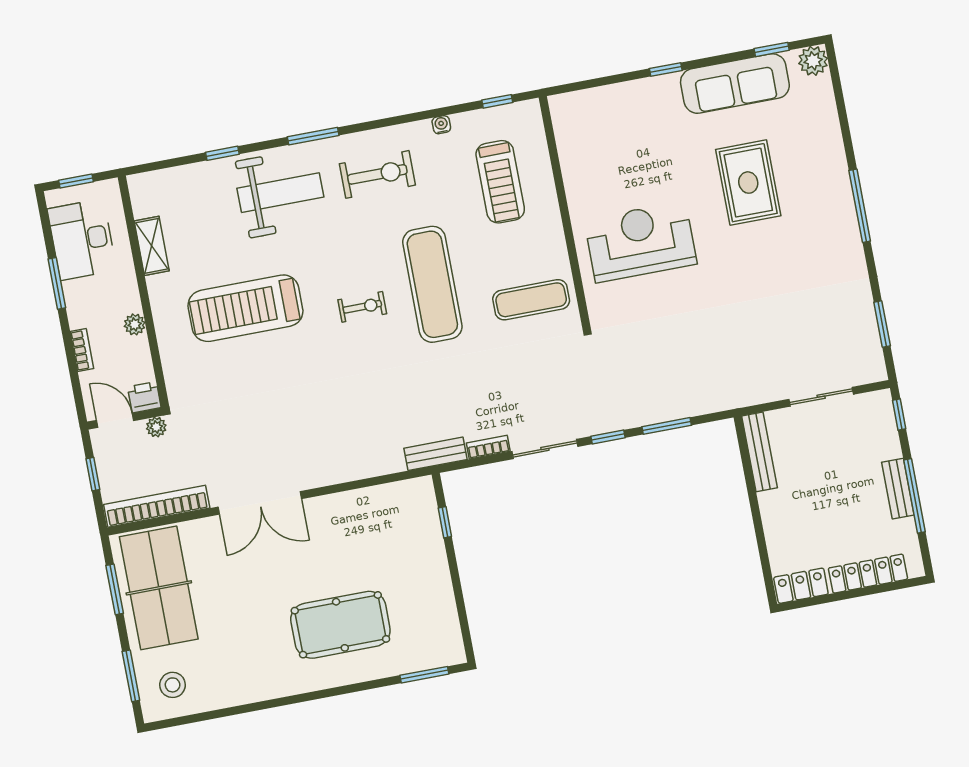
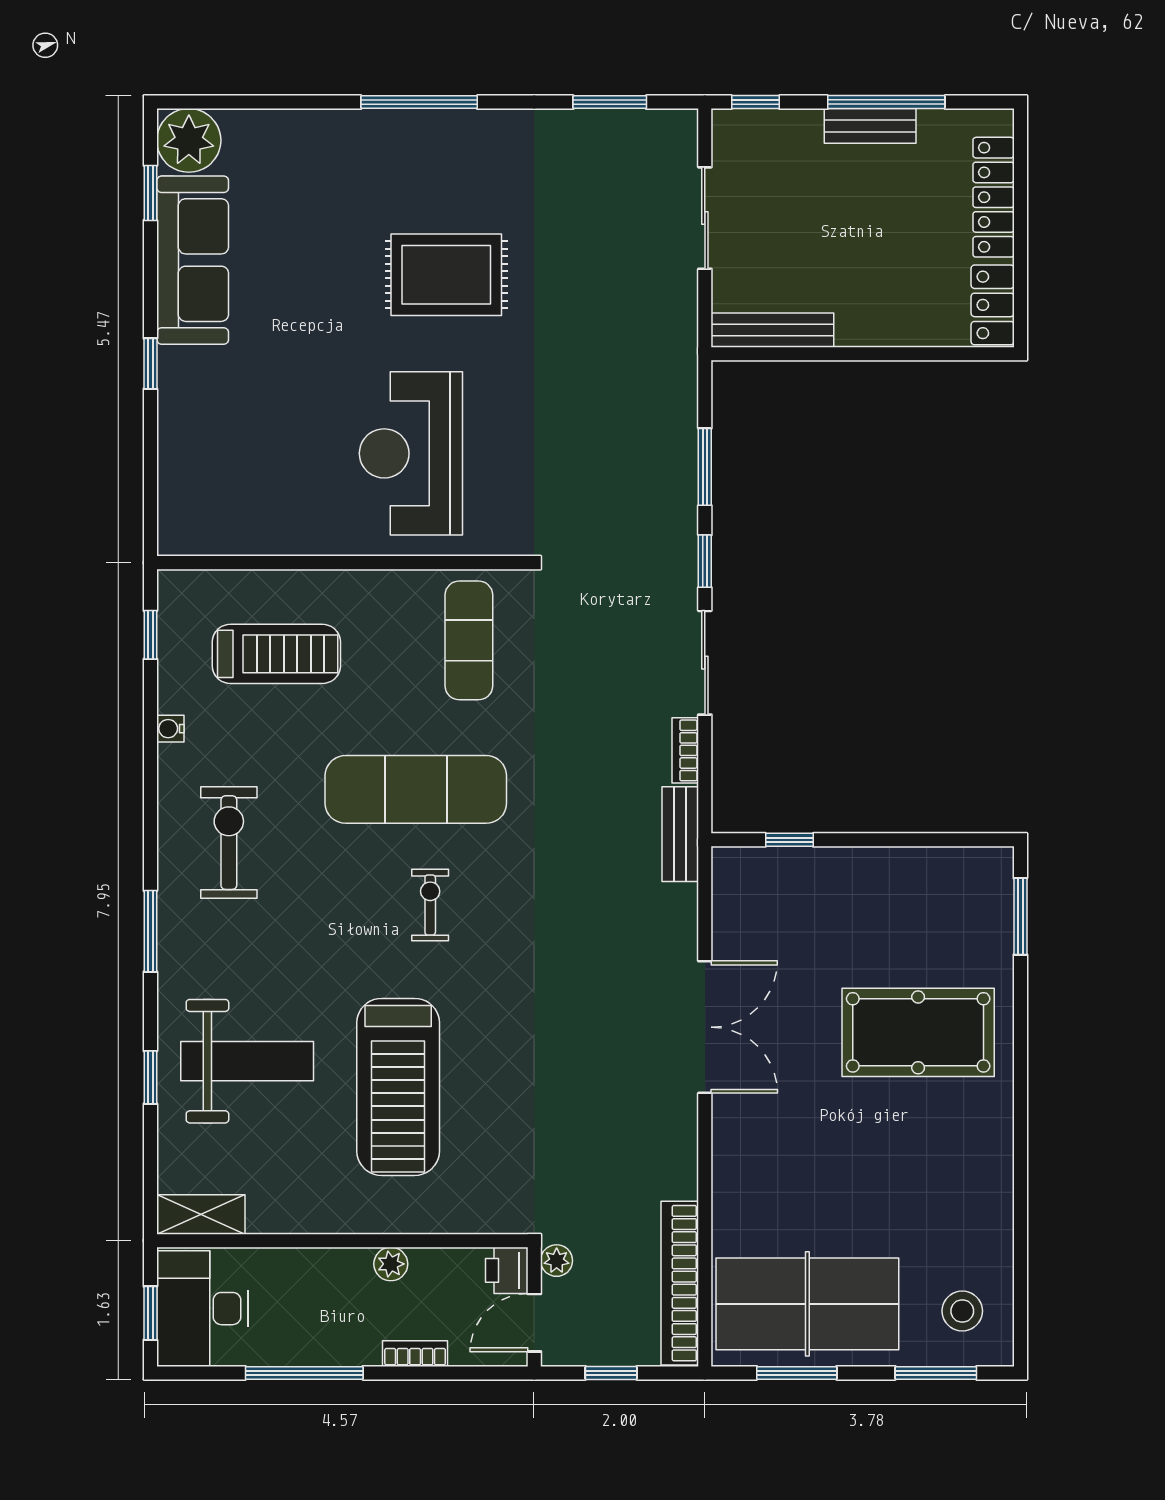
plant: (813, 61) -> (189, 140), width x1.36, depth x1.36
rug: (748, 183) -> (446, 275), moved
weight bench: (280, 193) -> (247, 1061), moved, turned 90
desk: (82, 239) -> (202, 1309), moved, turned 90
shelving: (152, 246) -> (201, 1215), moved
window: (57, 283) -> (304, 1373), width x1.44
double door: (260, 503) -> (705, 1027), moved
pool table: (340, 625) -> (918, 1032), turned 90

